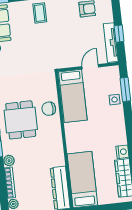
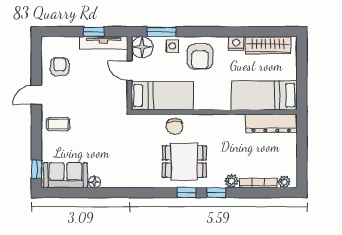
floor lamp: (111, 75) -> (142, 47), added
armchair: (108, 123) -> (200, 56), added

